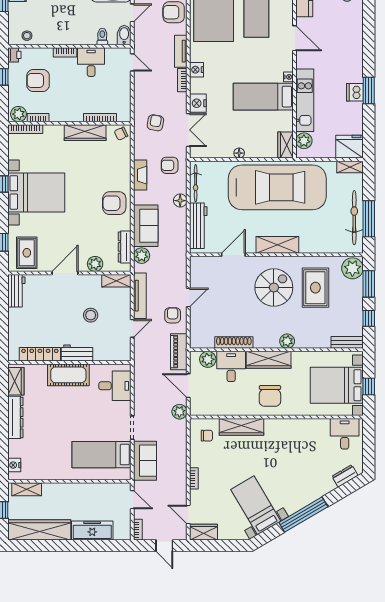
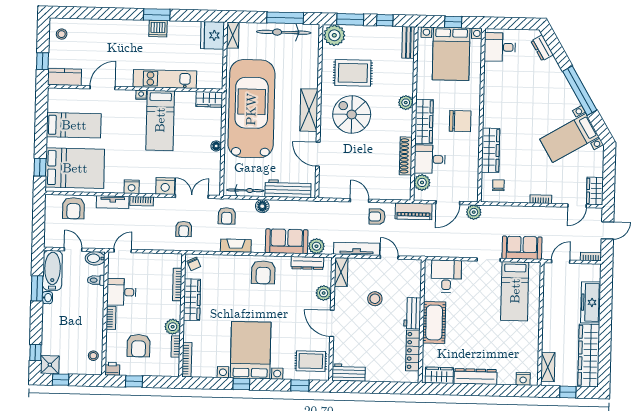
plant: (19, 114) -> (173, 327), moved
armchair: (155, 123) -> (184, 229), turned -100
plant: (304, 141) -> (205, 81), removed

